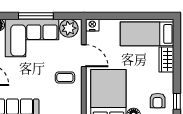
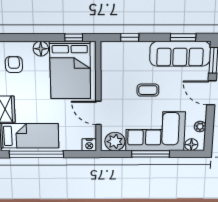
window: (141, 16) -> (36, 154), added
coffee table: (65, 78) -> (148, 90), moved

